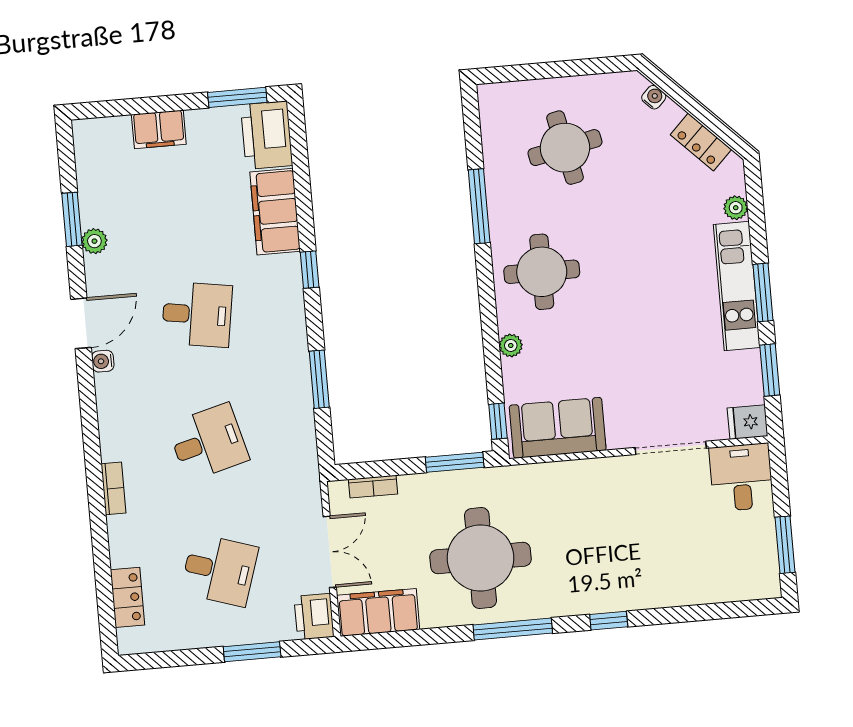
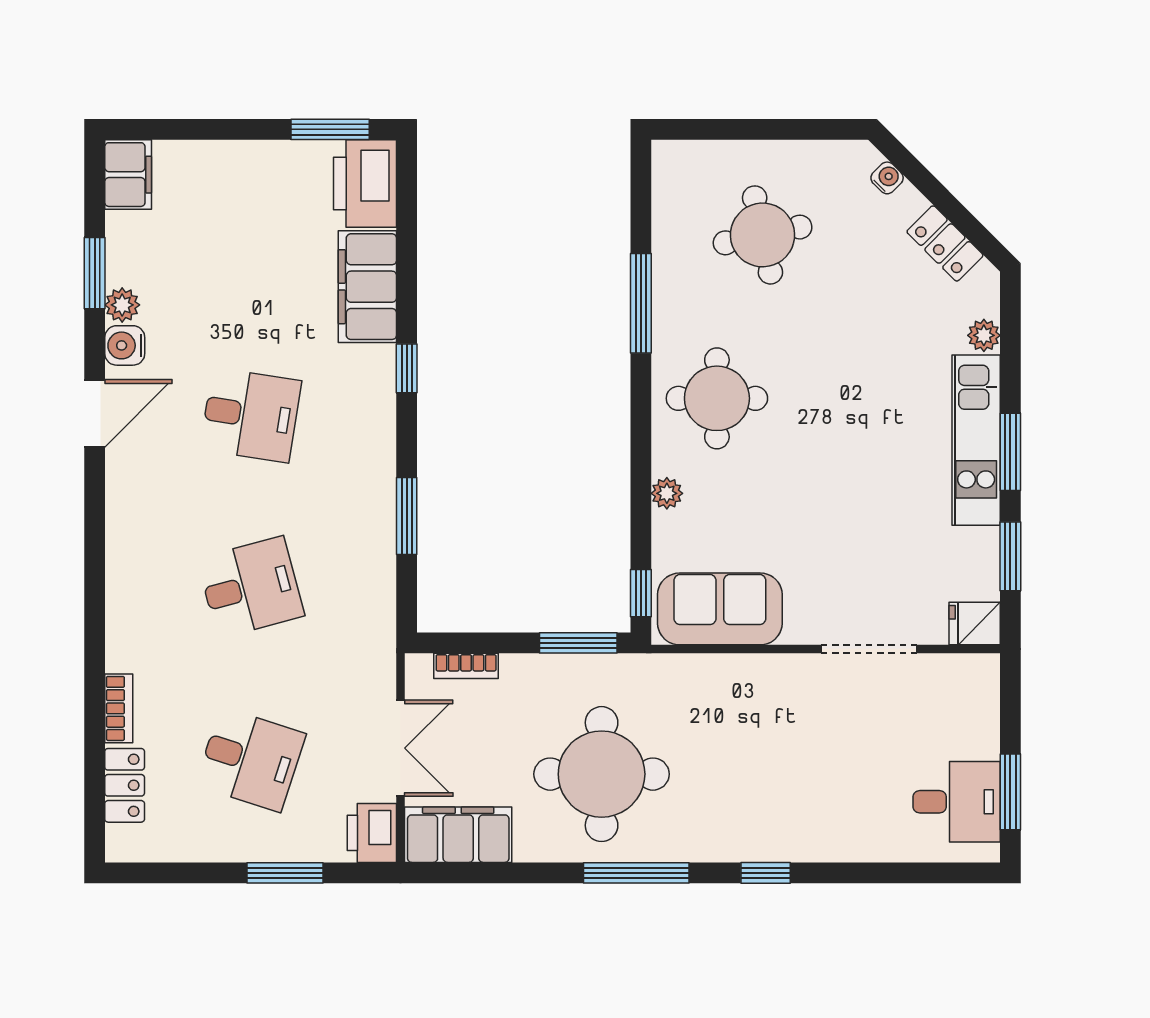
filing cabinet: (159, 129) -> (128, 175), moved, turned -90
water cooler: (103, 361) -> (125, 345), moved, width x1.38, depth x1.38
desk: (741, 477) -> (957, 802), moved, turned 90
bookcase: (113, 488) -> (119, 708), moved

